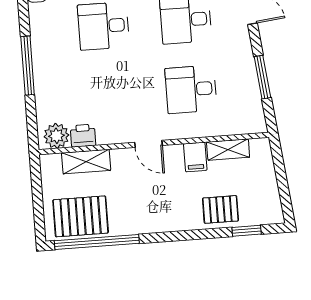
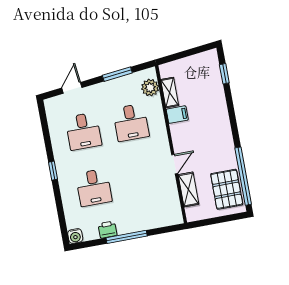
plant: (56, 136) -> (150, 88), moved
printer: (83, 136) -> (108, 230), moved, turned 90
door: (148, 144) -> (175, 164), moved
pallet: (220, 209) -> (212, 93), removed

